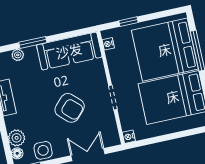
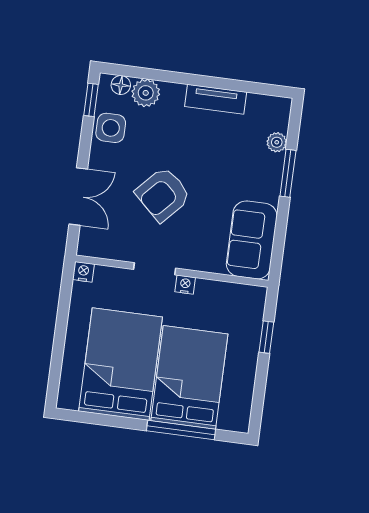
nightstand: (108, 44) -> (185, 285), moved
bed: (165, 50) -> (189, 377), width x0.73
sofa: (69, 51) -> (252, 240), width x0.73

